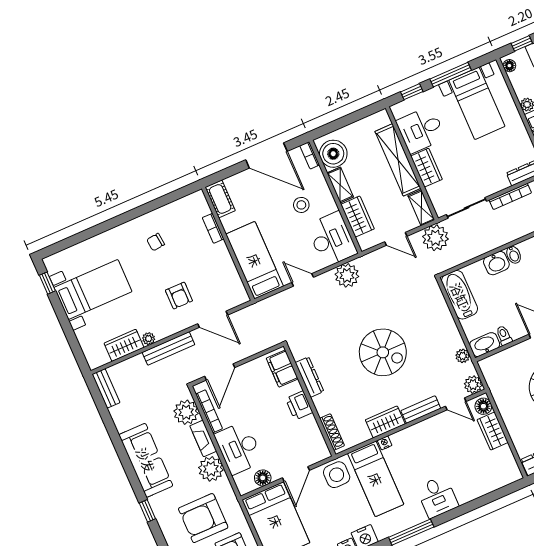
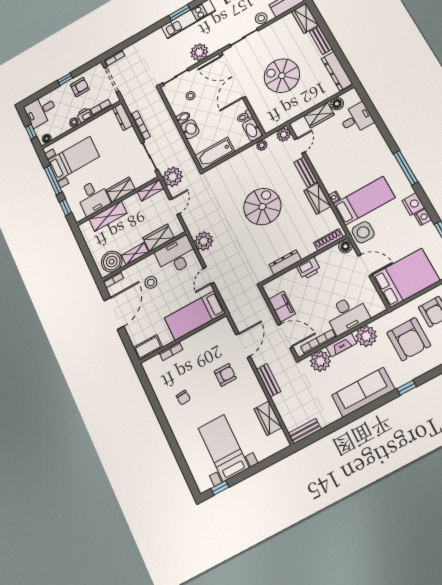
shelving: (398, 160) -> (108, 216), width x0.68
plant: (149, 339) -> (261, 398), removed
bench: (168, 348) -> (269, 380), width x0.73
filing cabinet: (282, 369) -> (282, 307), moved, turned -90
floor lamp: (483, 406) -> (337, 104), moved
floor lamp: (263, 478) -> (345, 246), moved
desk: (437, 497) -> (356, 119), moved

